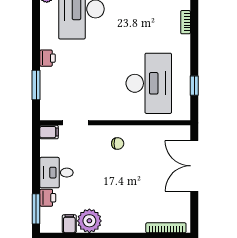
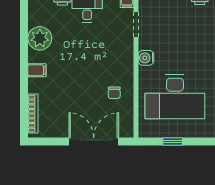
water cooler: (109, 113) -> (146, 58), added
chair: (118, 144) -> (114, 93), moved
filing cabinet: (69, 224) -> (37, 70), moved

